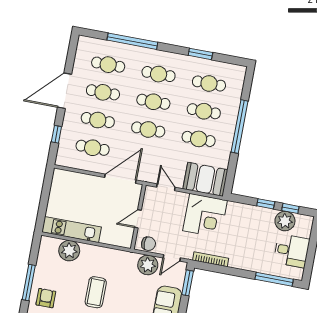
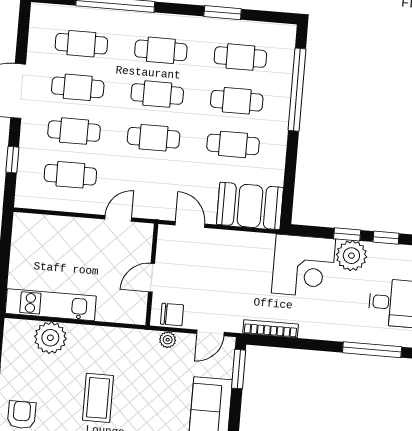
window: (240, 127) -> (297, 90), moved
door: (120, 179) -> (118, 218), width x0.53
corner desk: (205, 215) -> (304, 266), moved
plant: (285, 221) -> (351, 256), moved
plant: (148, 265) -> (168, 340), width x0.53, depth x0.53

